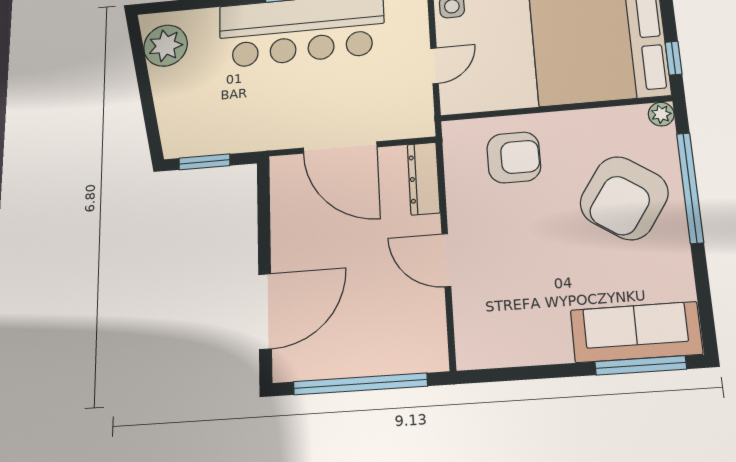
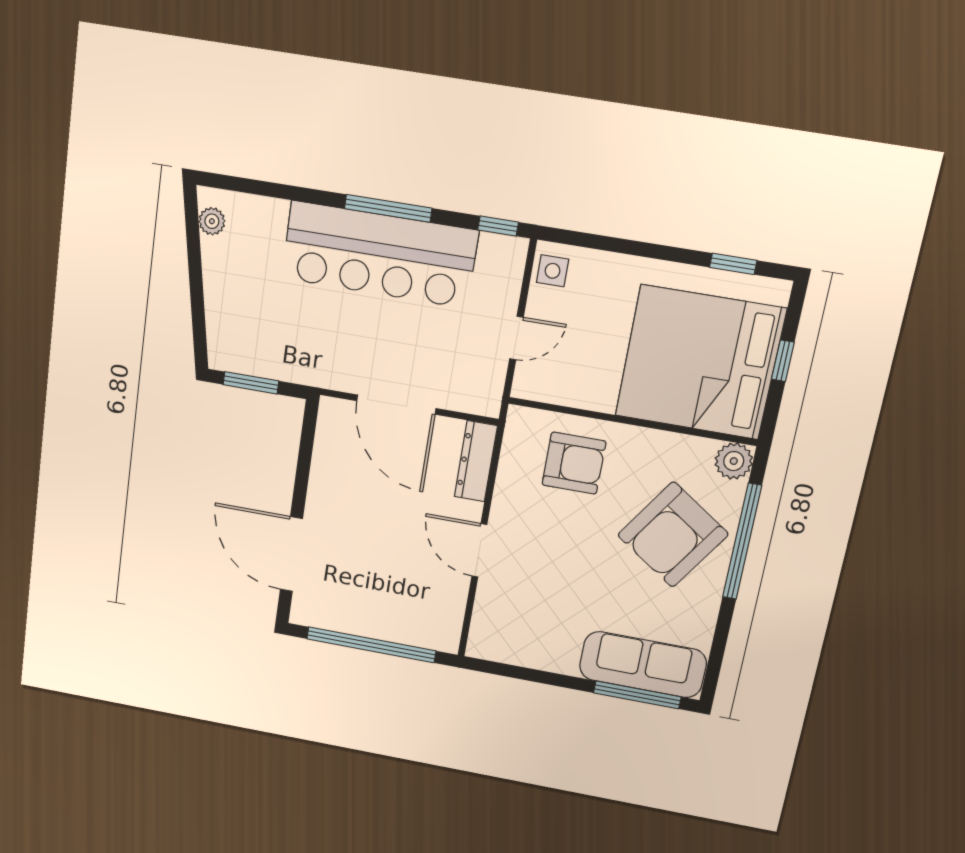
plant: (166, 46) -> (212, 221), width x0.53, depth x0.53
window: (674, 58) -> (783, 361), moved
plant: (661, 114) -> (734, 461), width x1.38, depth x1.38
door: (265, 311) -> (291, 554), swing flipped

